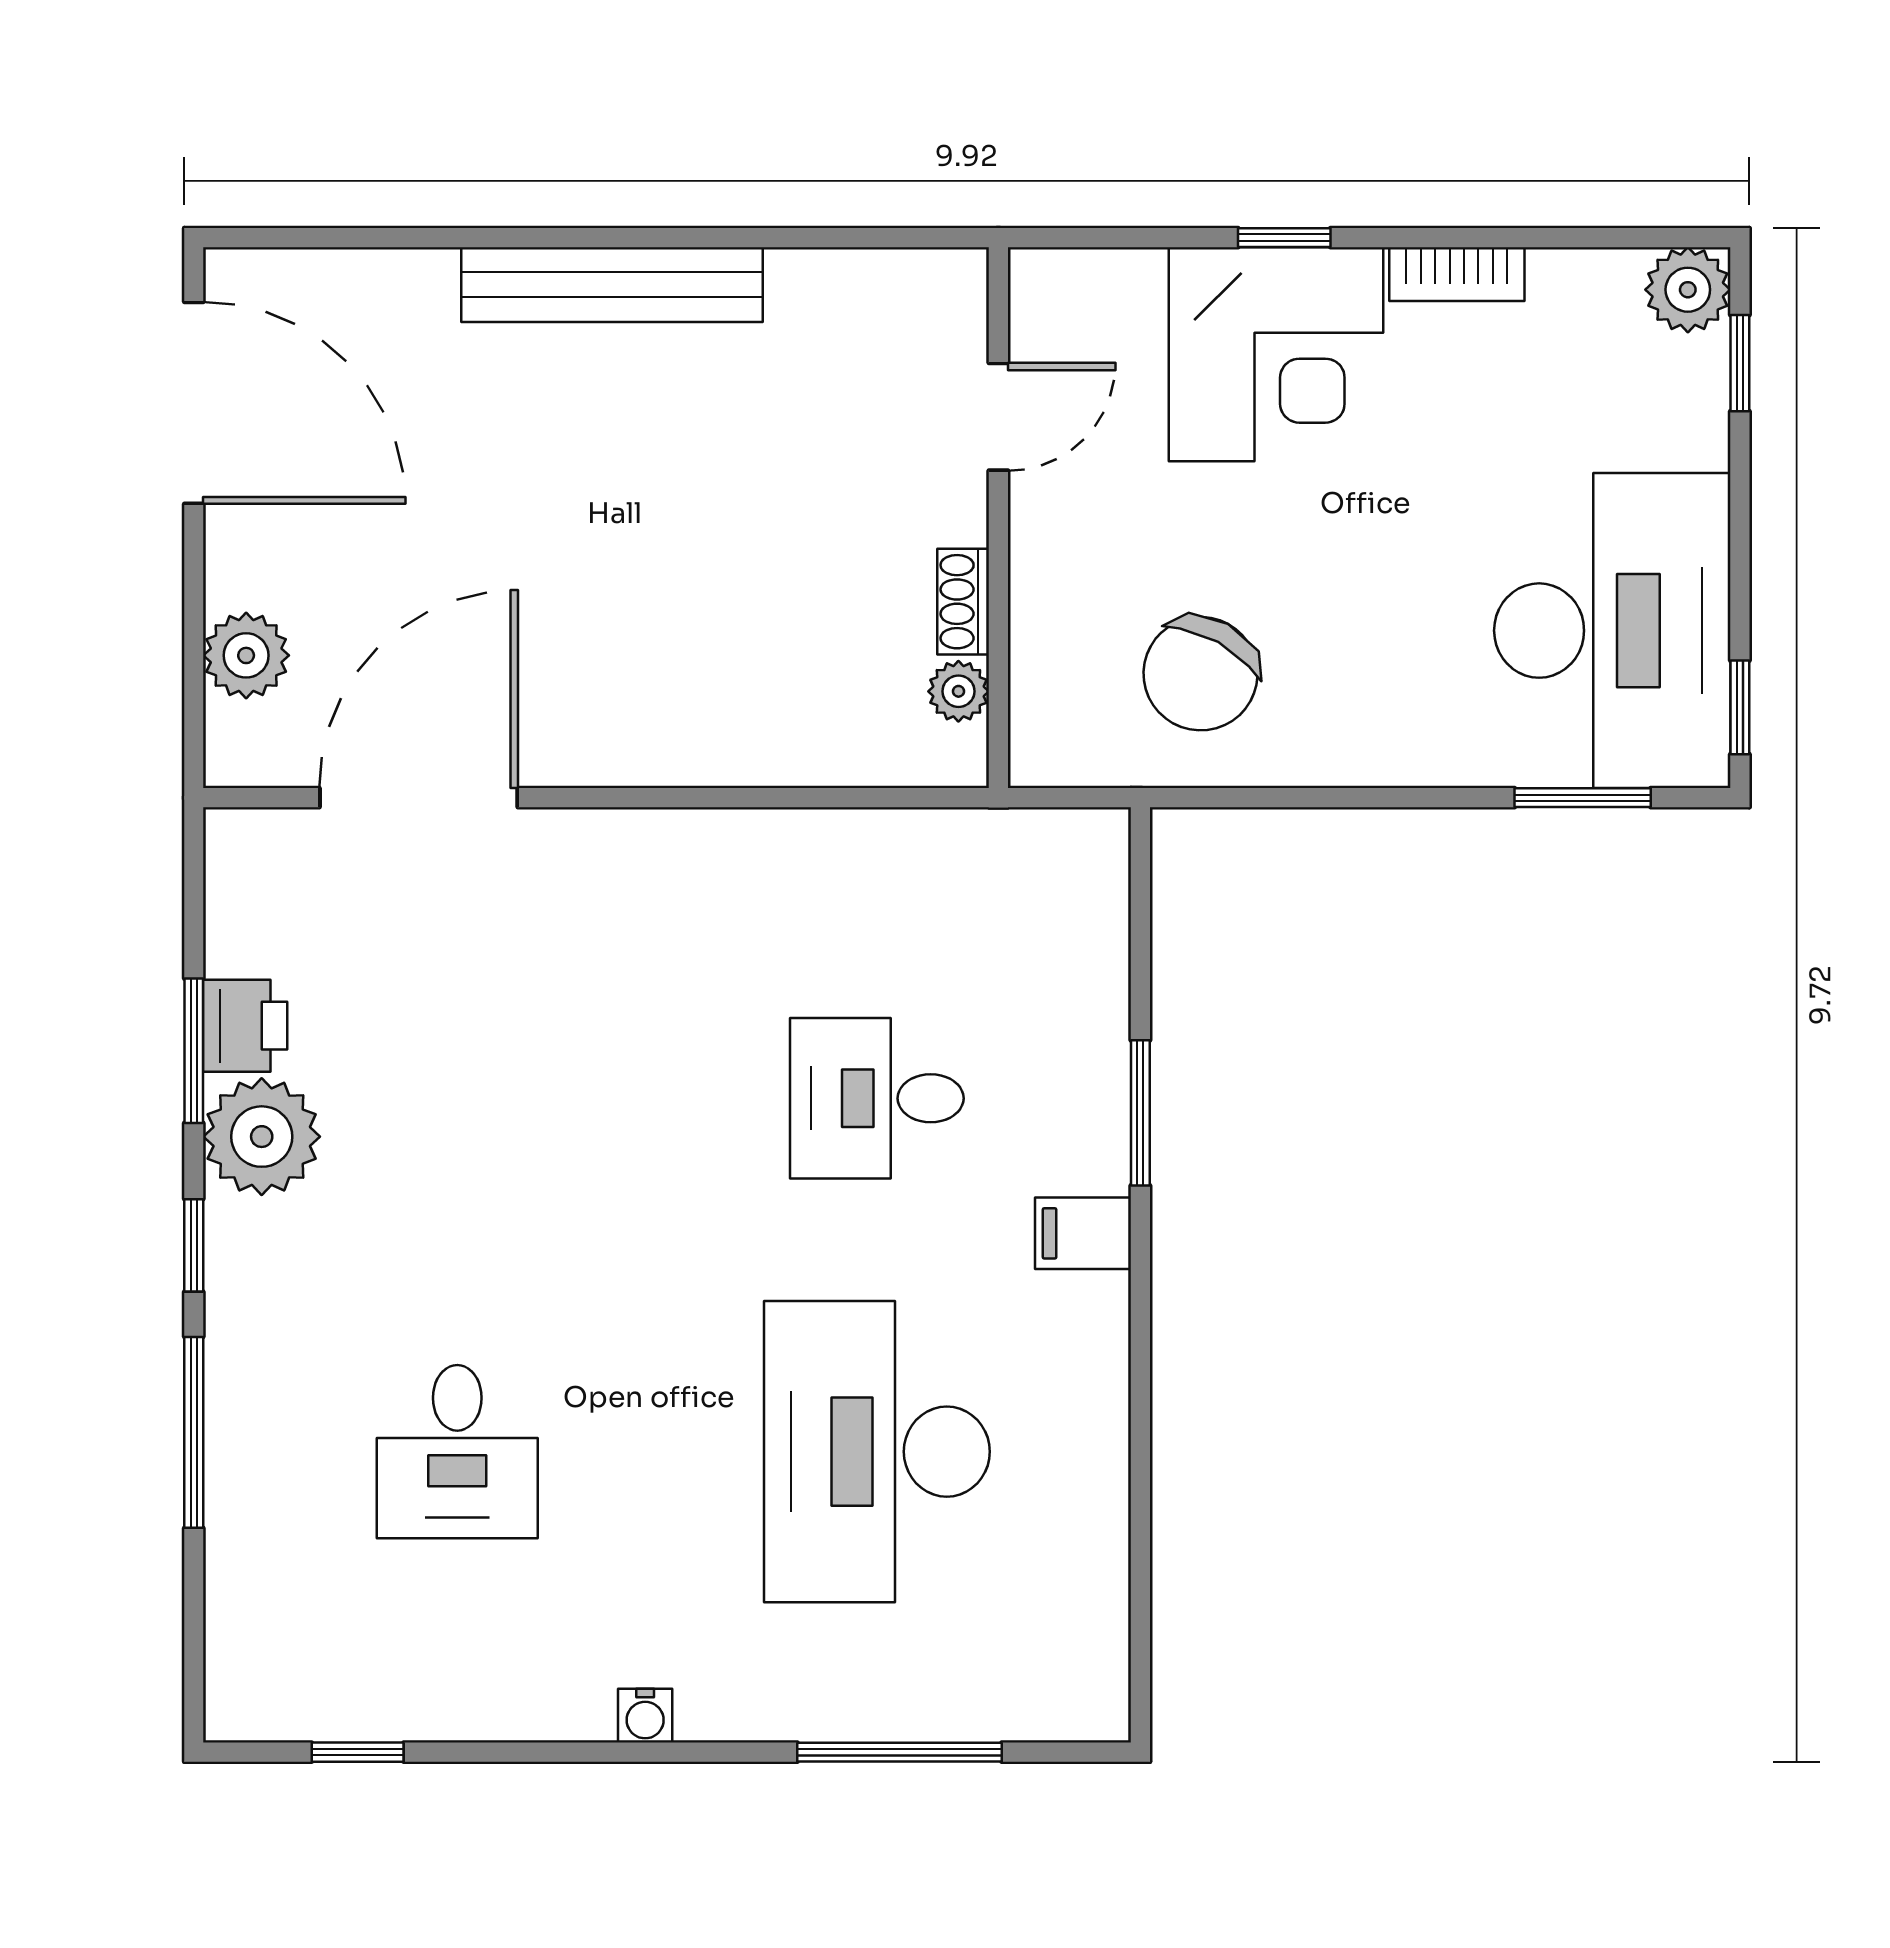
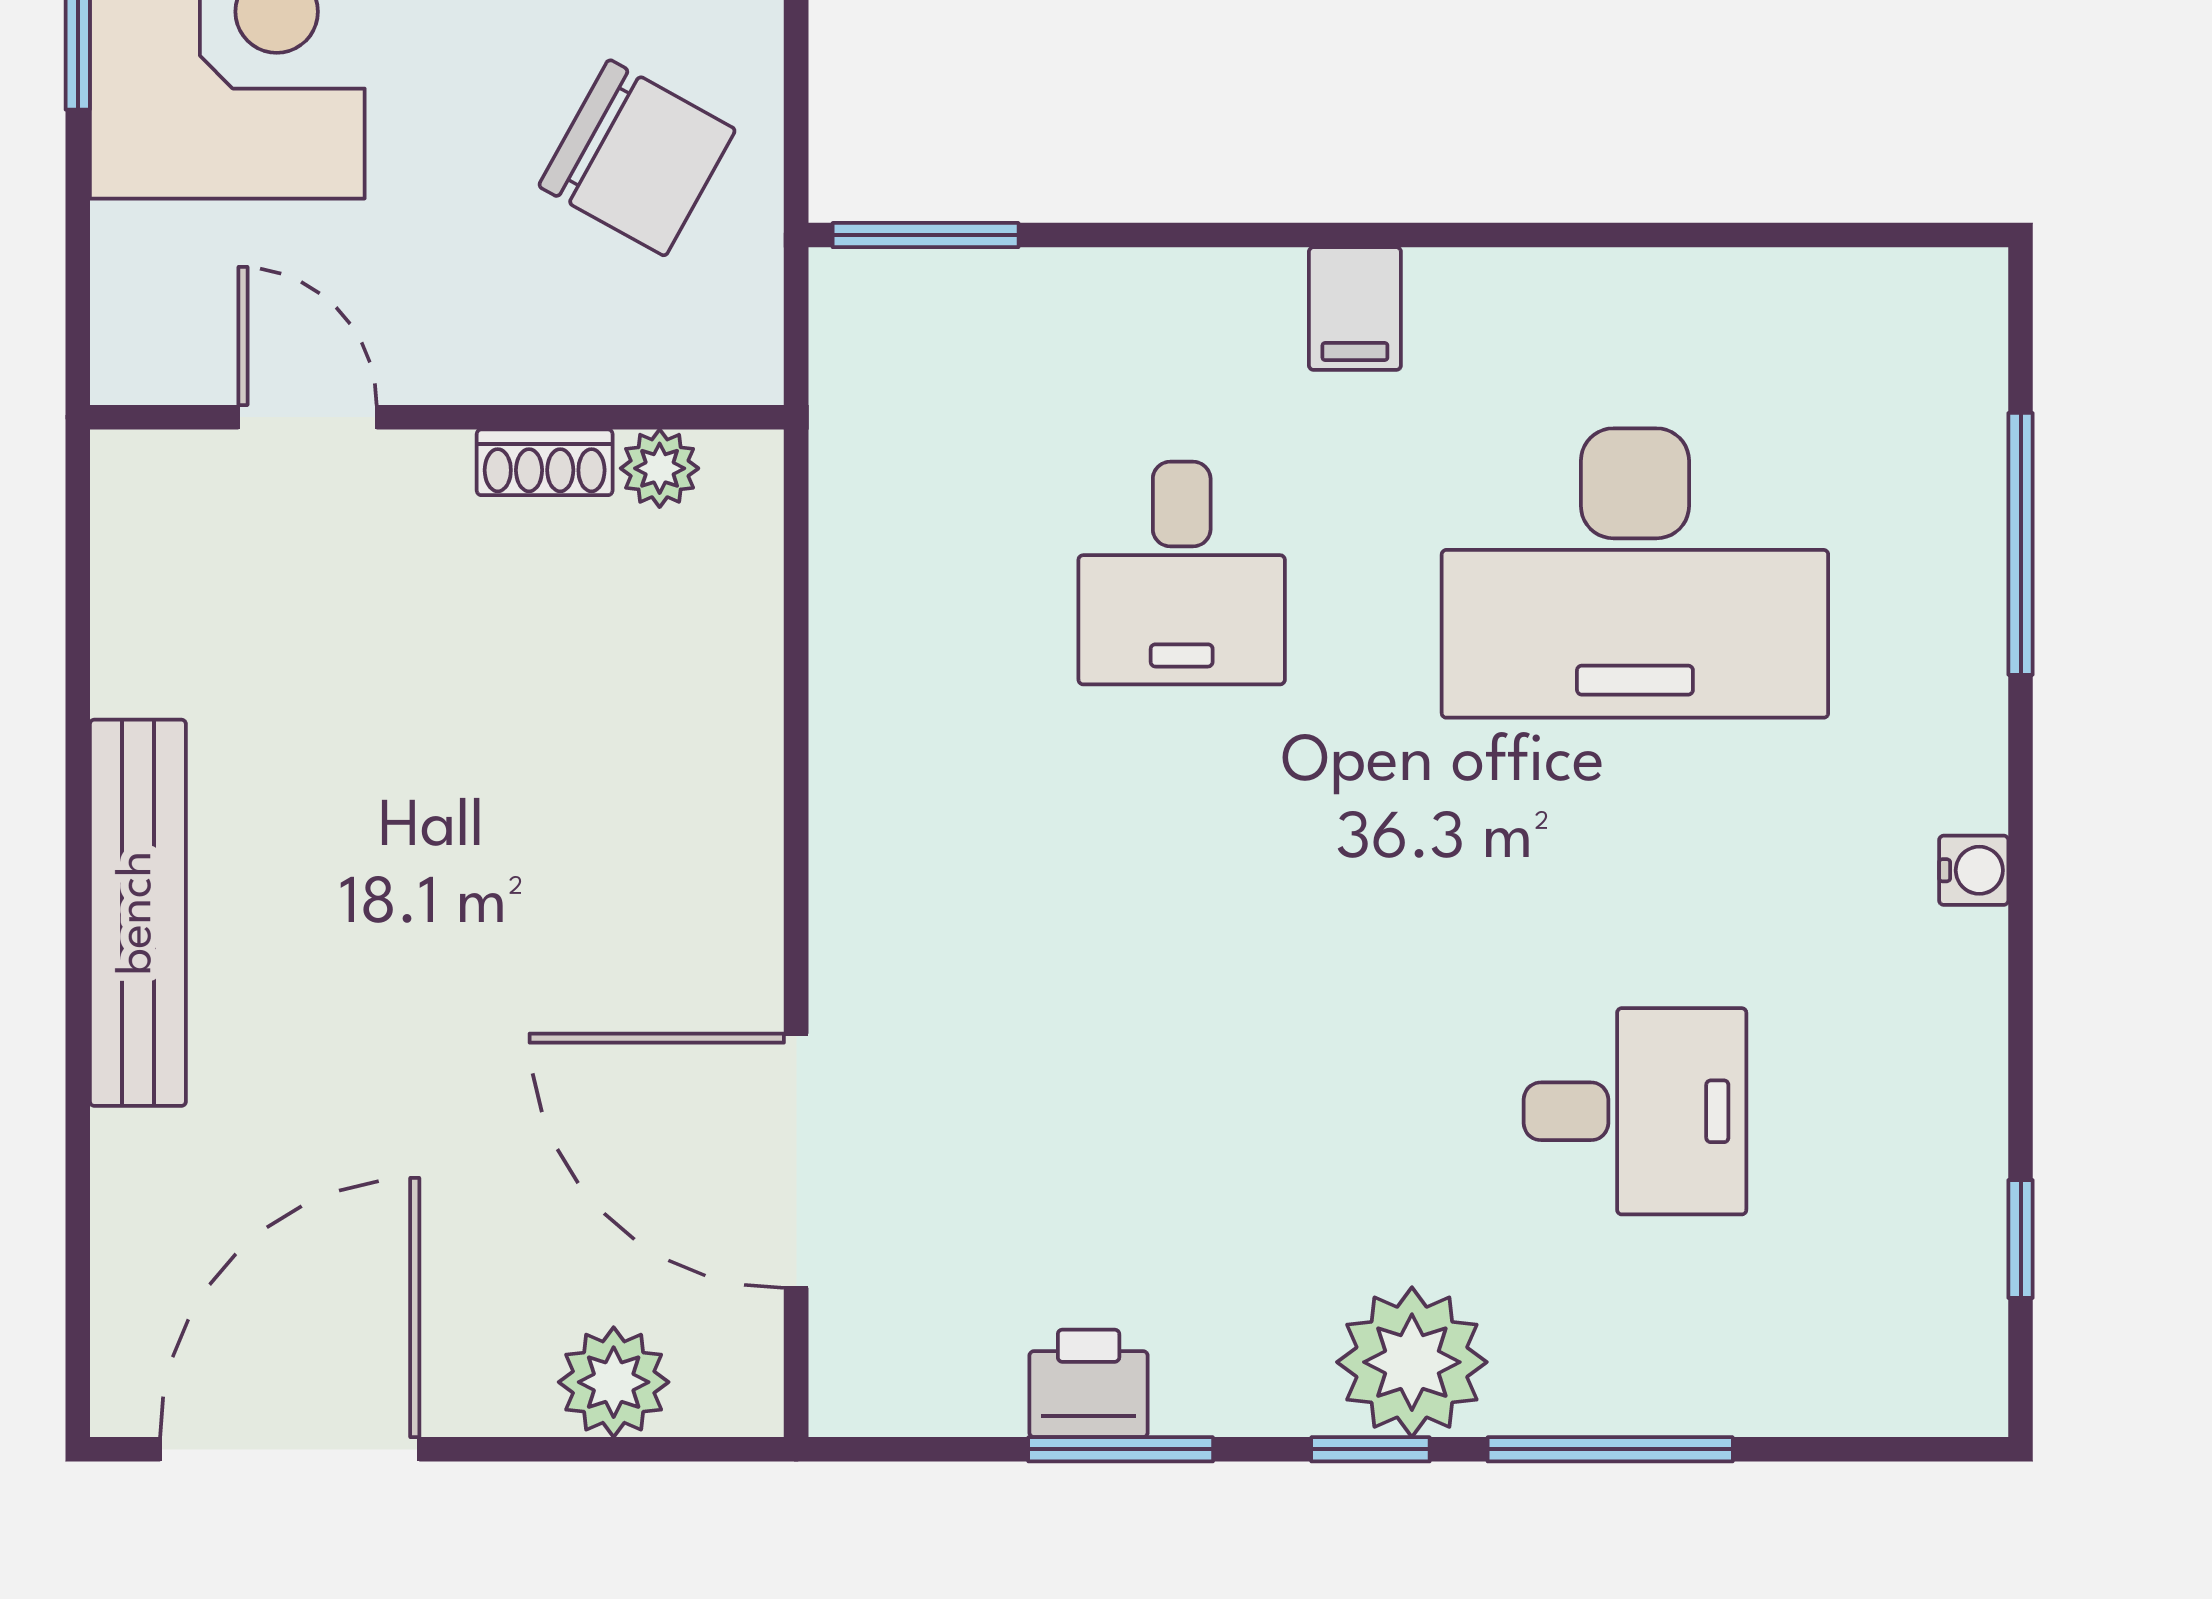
window: (1140, 1113) -> (926, 235), moved
plant: (262, 1137) -> (1412, 1362), moved

